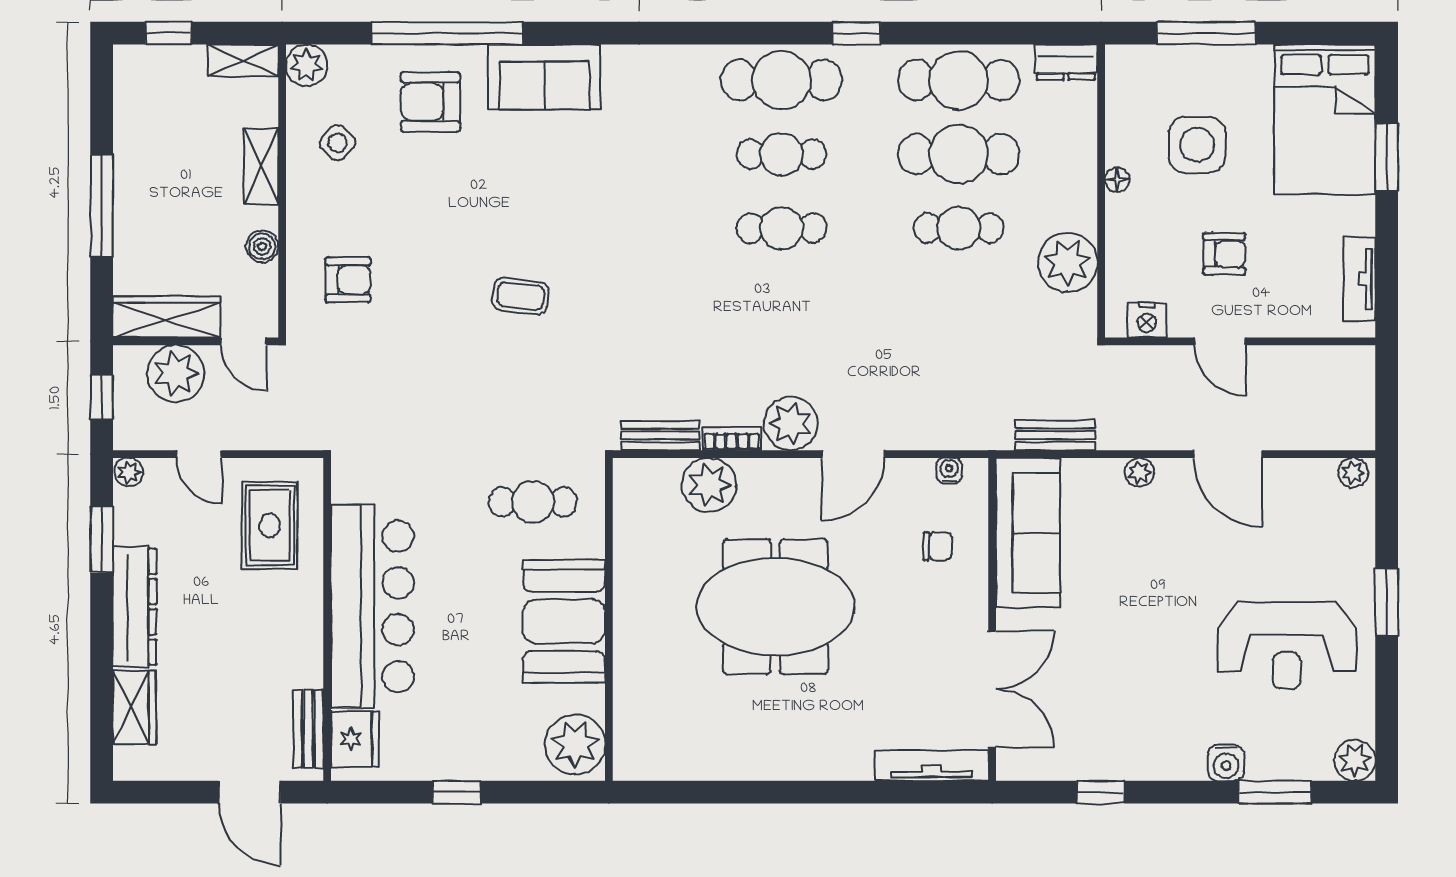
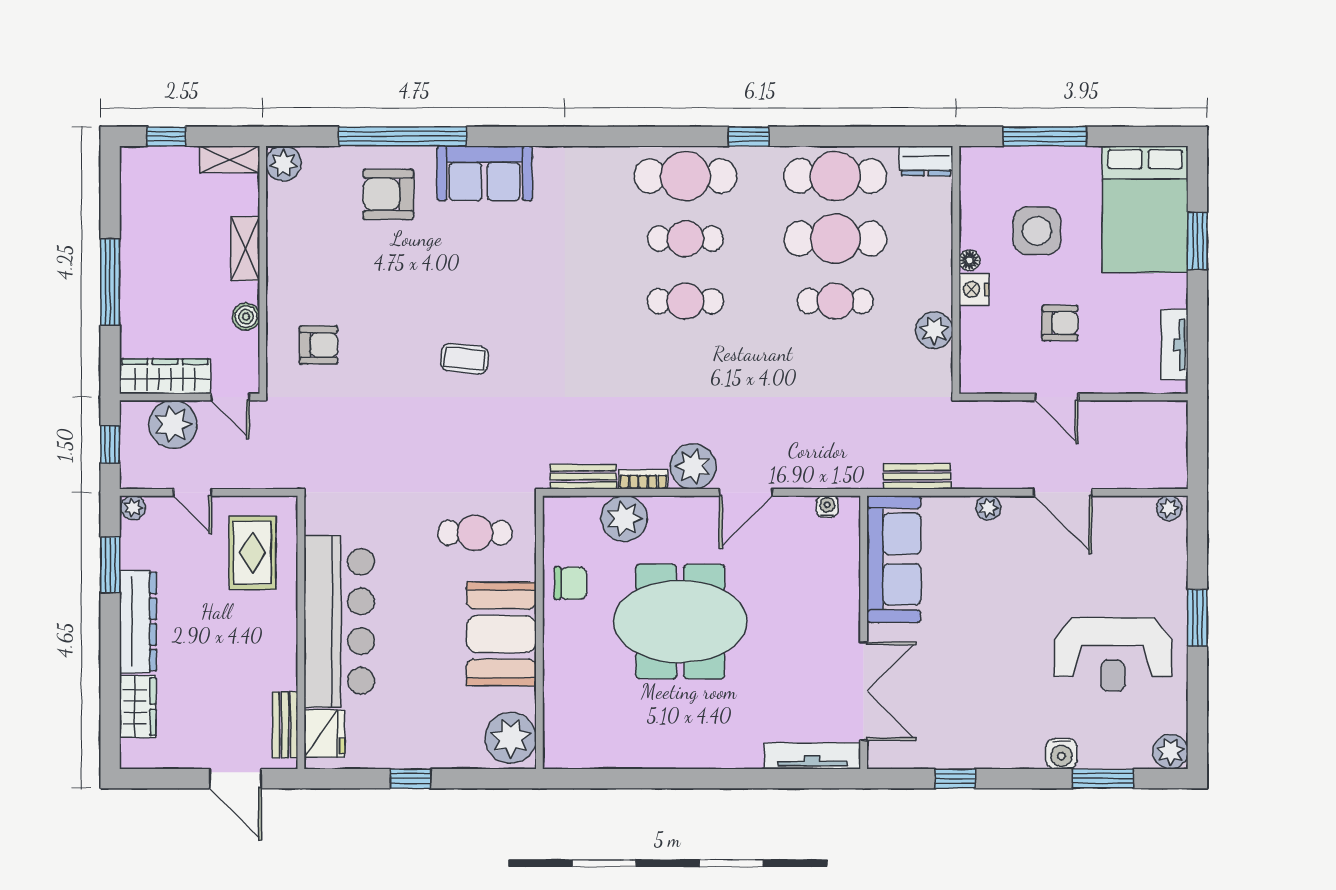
side table: (338, 143) -> (310, 229), removed
plant: (1068, 262) -> (934, 330), width x0.73, depth x0.73
nightstand: (1147, 320) -> (974, 290), moved, turned 90
chair: (938, 546) -> (571, 583), moved, width x1.37, depth x1.37

